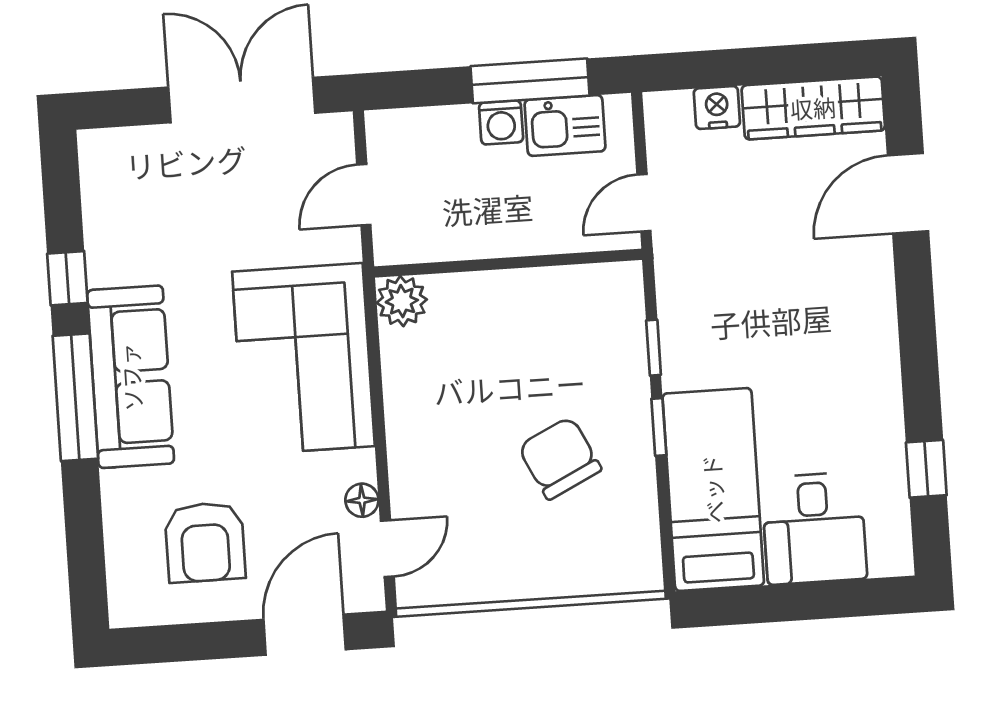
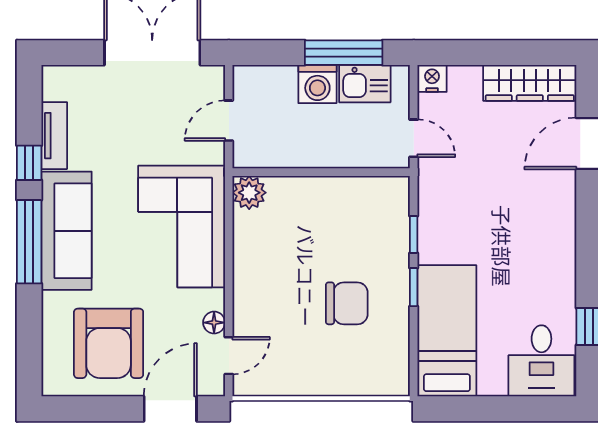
nightstand: (717, 108) -> (432, 78), moved
washing machine: (501, 122) -> (317, 84), width x1.38, depth x1.38
door: (644, 203) -> (414, 138), swing flipped
tv unit: (103, 235) -> (54, 136), added
chair: (560, 458) -> (347, 303), turned 116
desk: (814, 528) -> (541, 361), moved
armchair: (205, 542) -> (109, 343), width x1.36, depth x1.36

